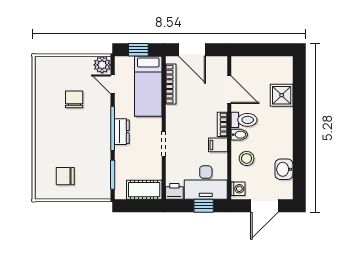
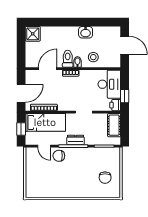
plant: (102, 65) -> (31, 153), removed
door: (113, 84) -> (44, 146), hinge flipped
shower: (282, 95) -> (33, 34), moved
chair: (74, 99) -> (59, 156), moved
filing cabinet: (218, 145) -> (84, 76), removed
washbasin: (284, 169) -> (86, 32), moved
washing machine: (238, 189) -> (113, 63), removed
window: (204, 206) -> (125, 96), moved

